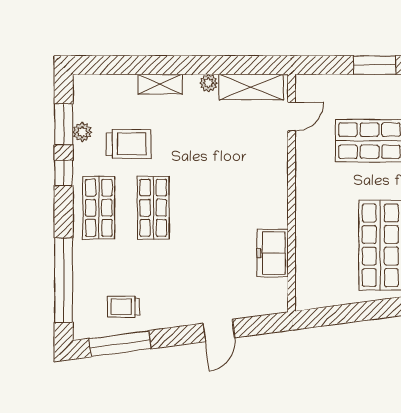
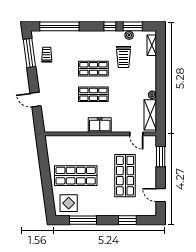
window: (375, 65) -> (161, 157), moved
shelving: (160, 84) -> (152, 45), moved
shop shelf: (99, 208) -> (93, 94), moved
freezer: (273, 253) -> (100, 125), moved

